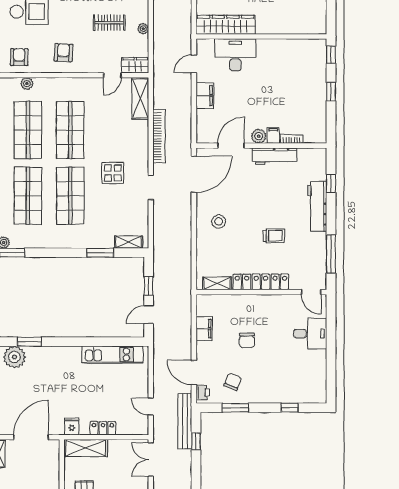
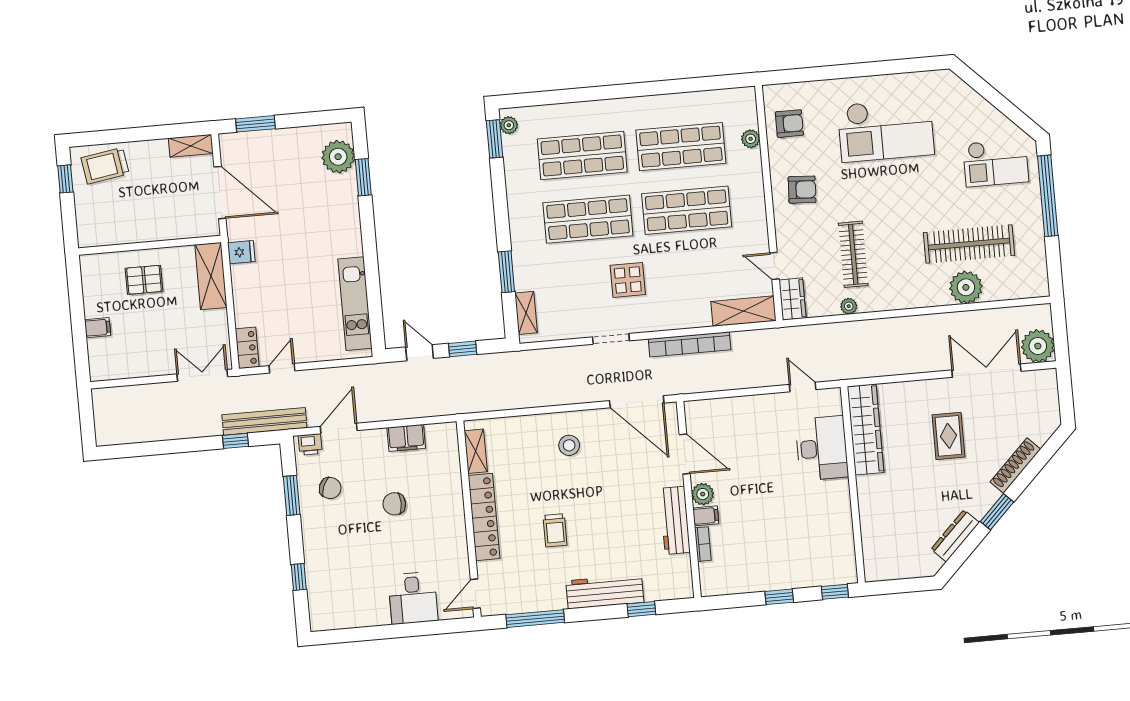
clothes rail: (109, 23) -> (853, 254), width x1.36
filing cabinet: (205, 96) -> (756, 408), removed
locker: (103, 428) -> (247, 348), moved

